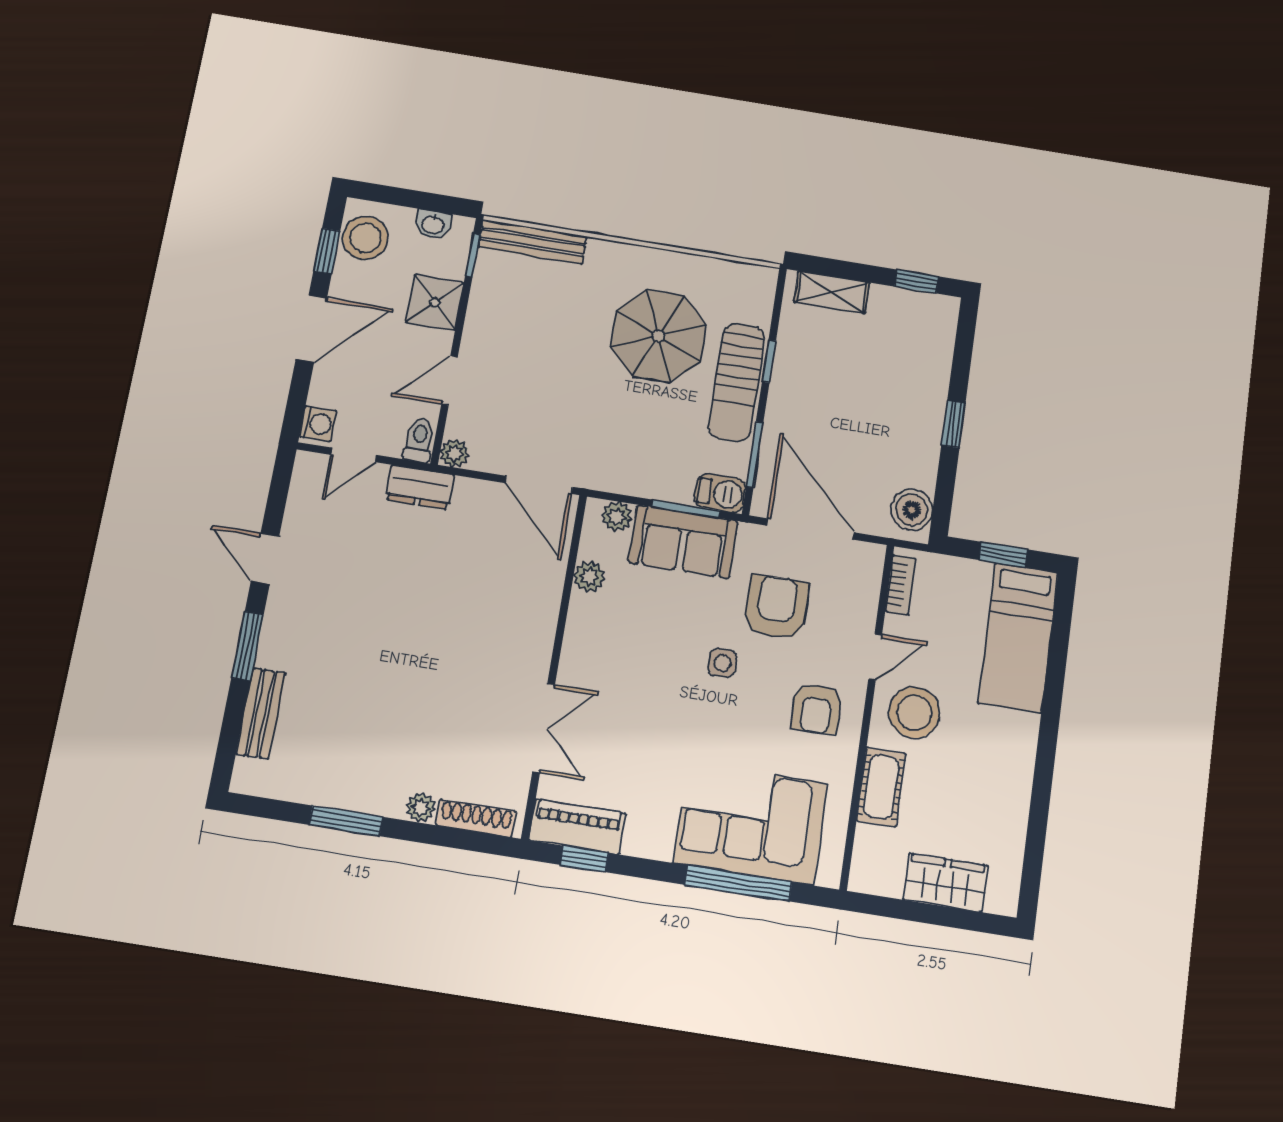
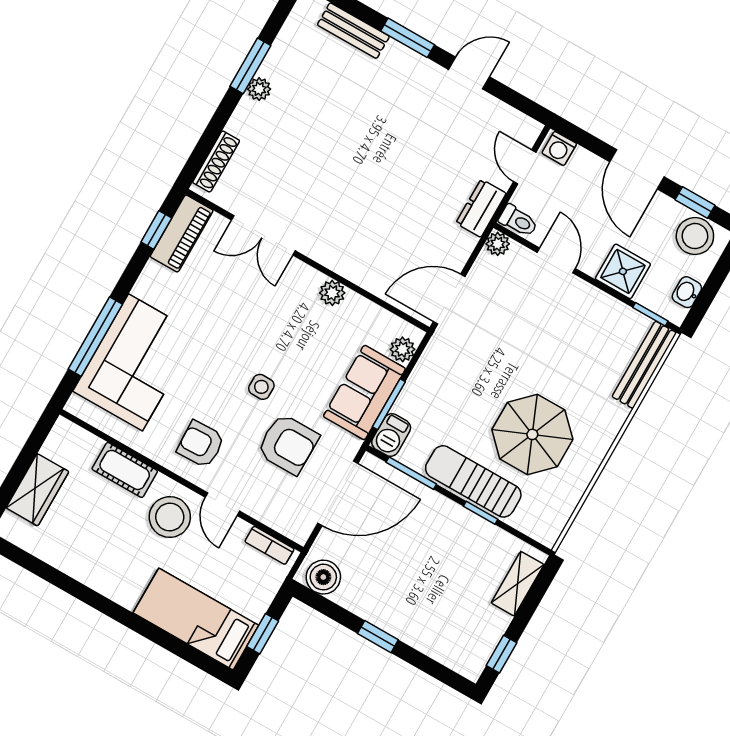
plant: (589, 577) -> (332, 293), moved
plant: (421, 808) -> (259, 89), moved

